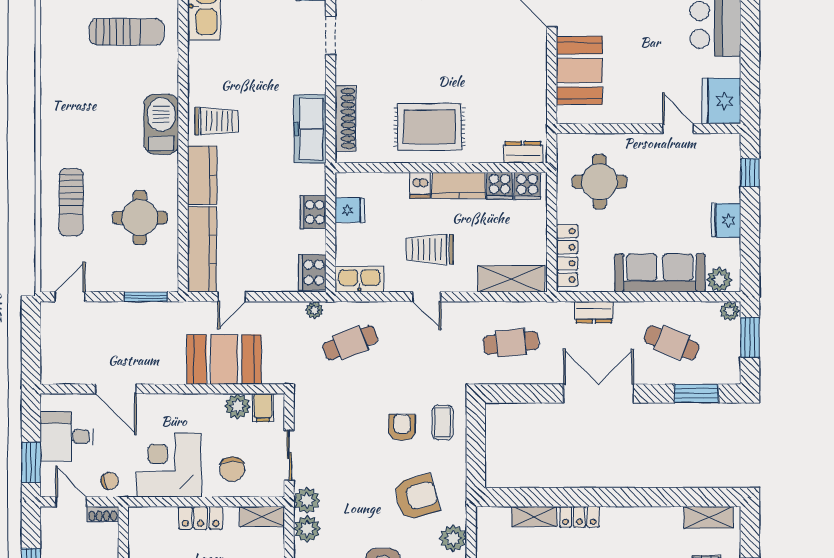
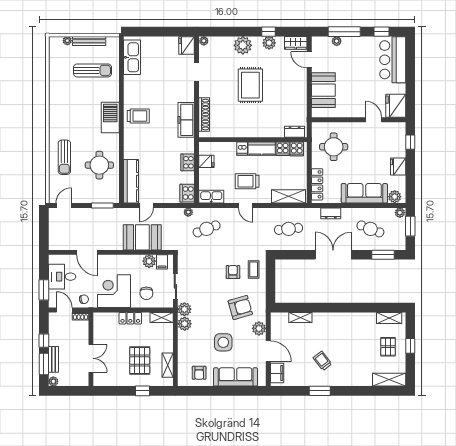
rug: (429, 127) -> (250, 85), moved, turned 90
kitchen counter: (202, 175) -> (131, 143), removed
locker: (579, 517) -> (323, 318), removed

